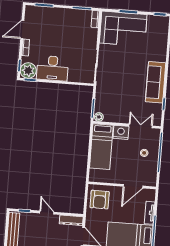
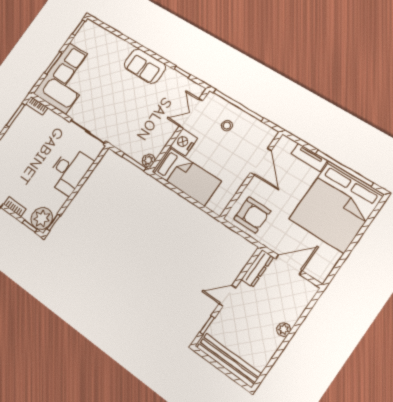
desk: (52, 68) -> (69, 171), moved
sofa: (156, 82) -> (145, 66), width x0.73

